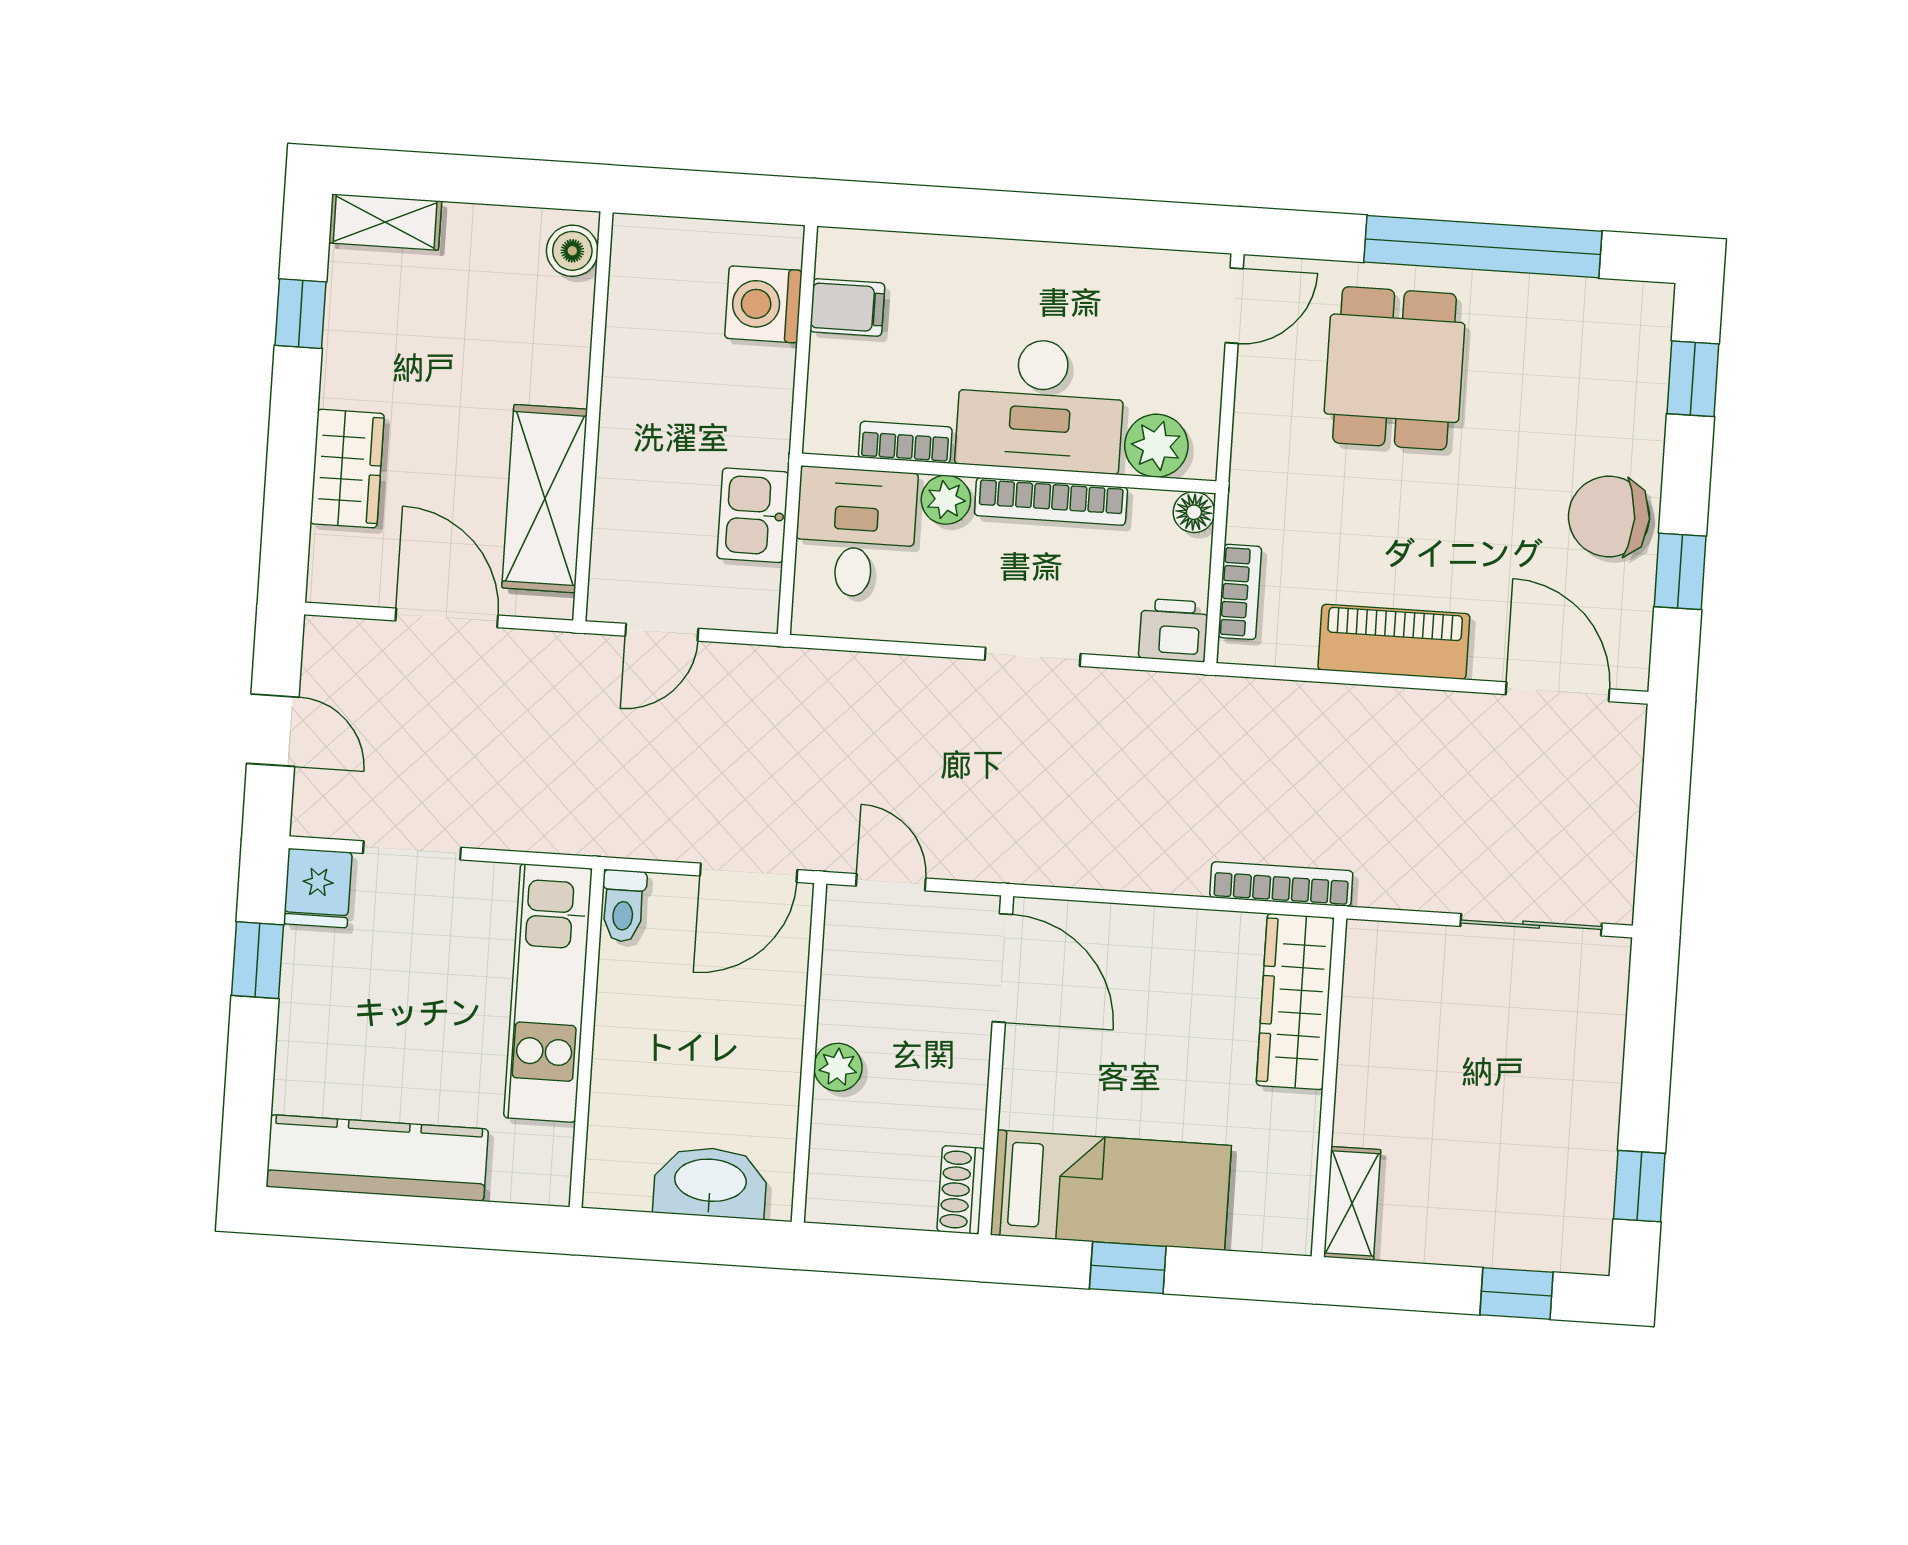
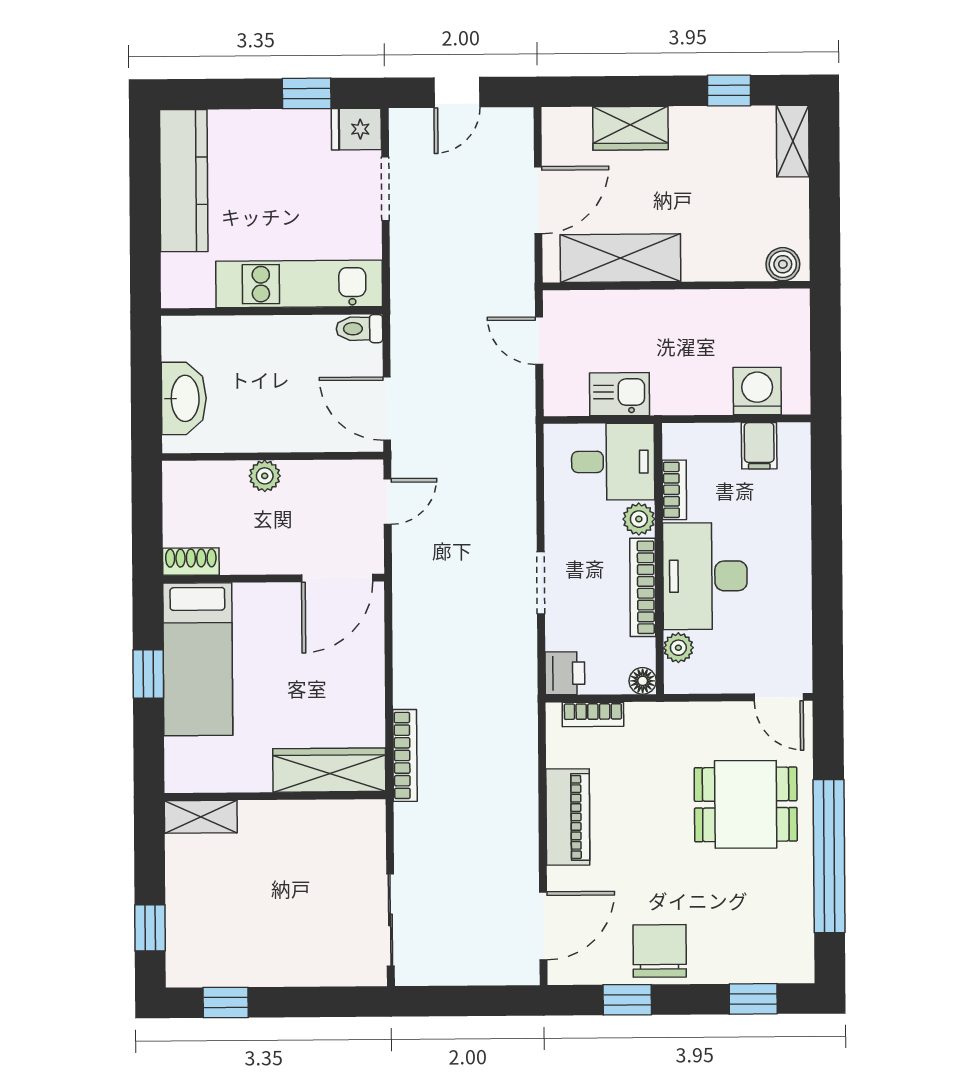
plant: (1156, 446) -> (678, 648), width x0.73, depth x0.73

